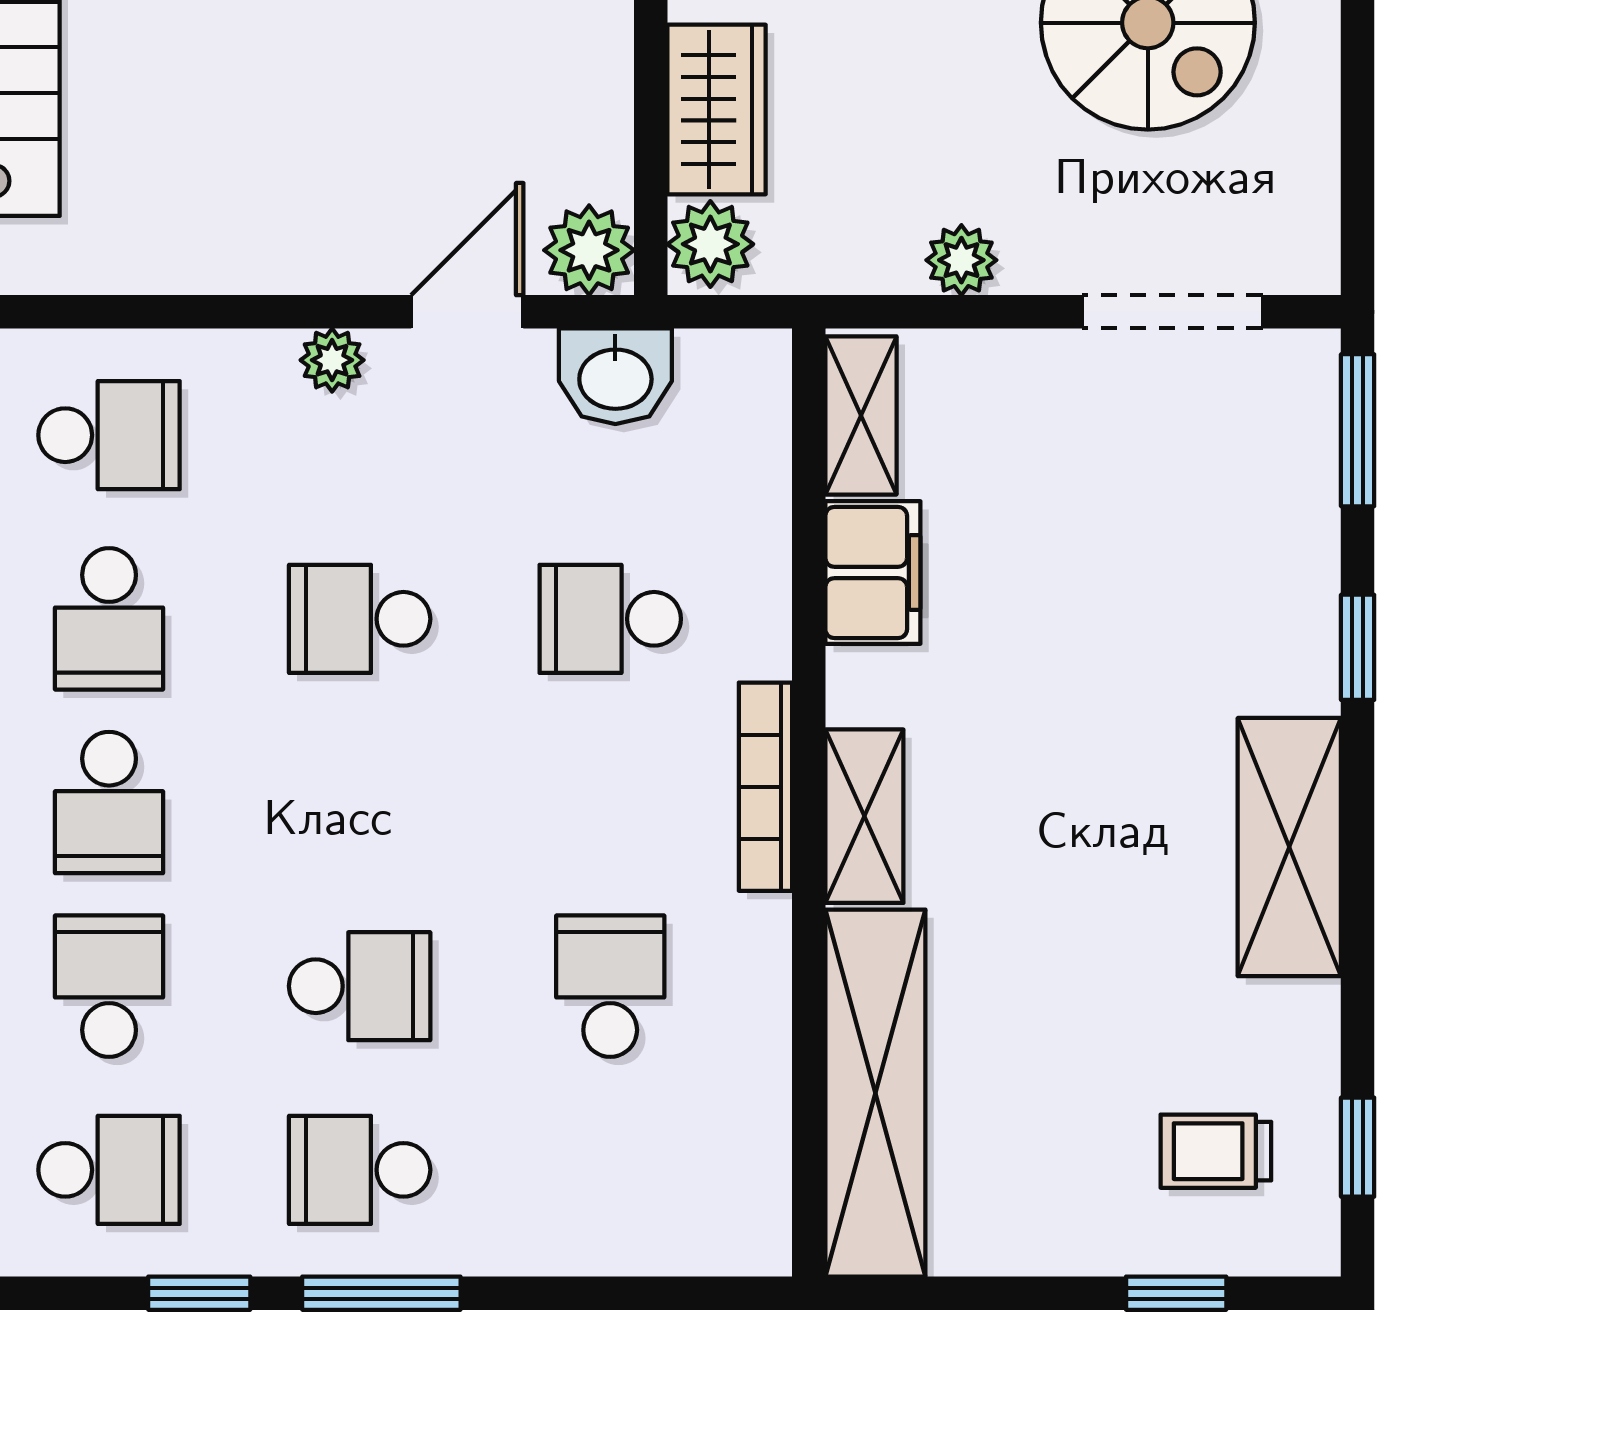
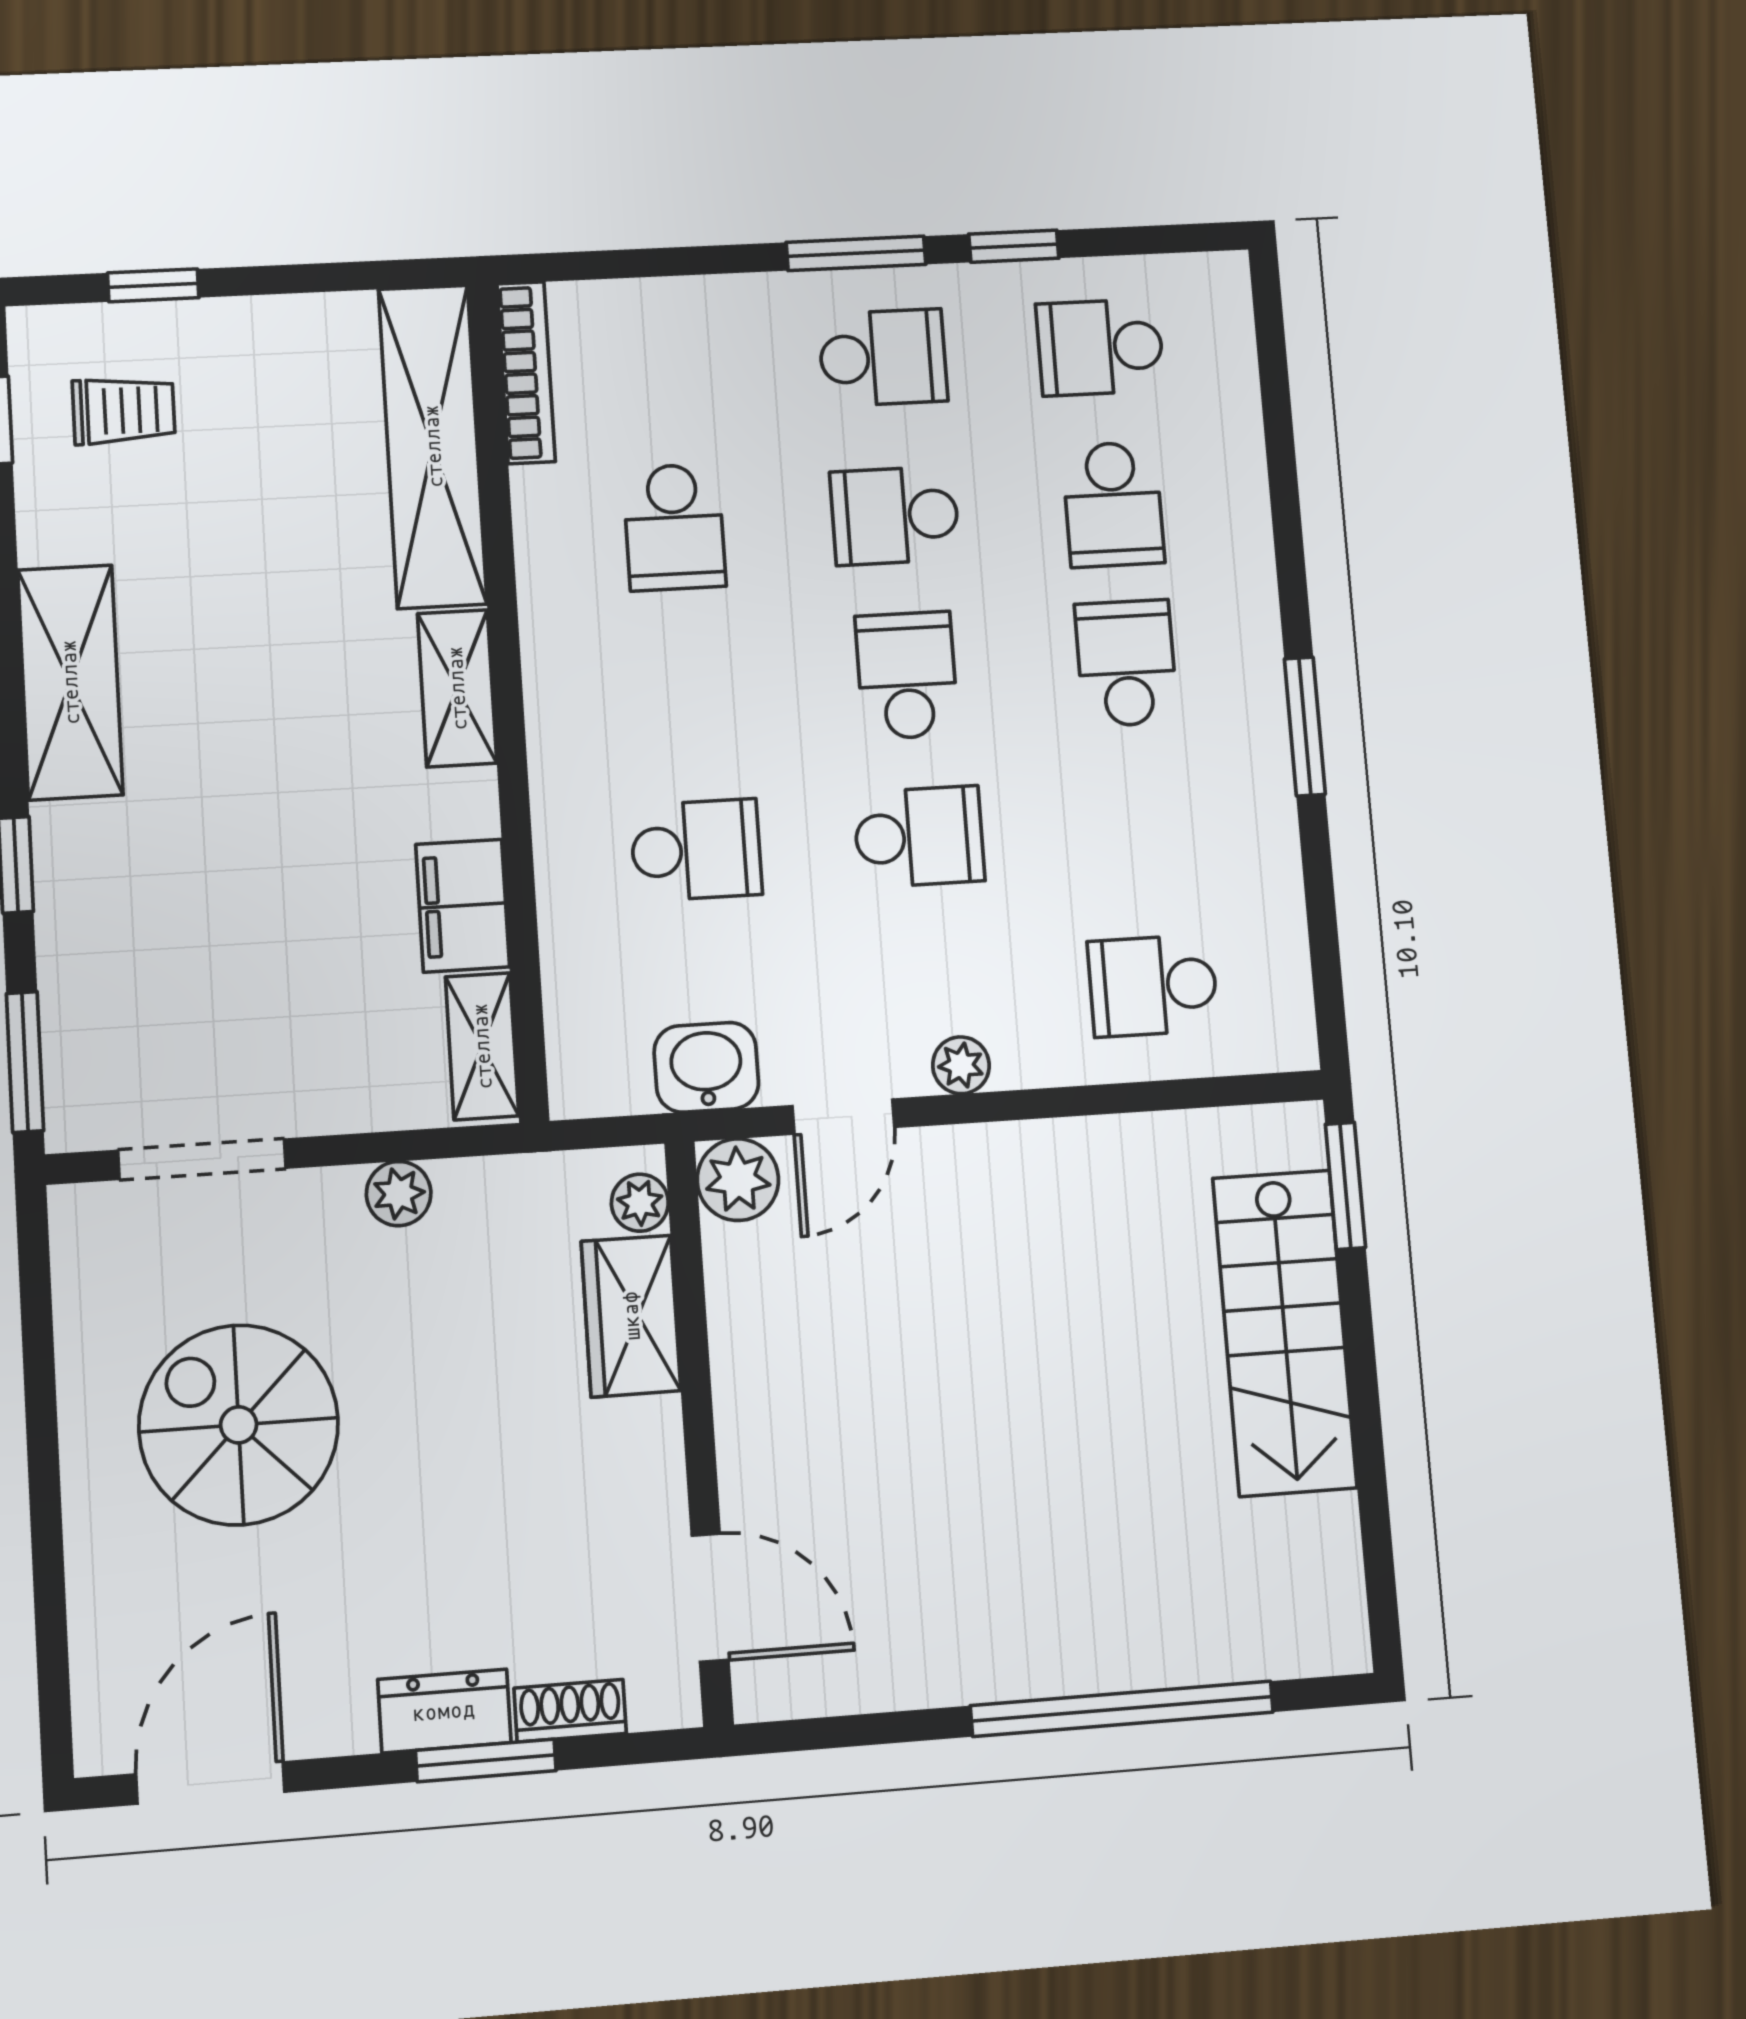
plant: (710, 244) -> (640, 1203), width x0.73, depth x0.73
school desk: (109, 619) -> (907, 675), moved
bookcase: (765, 787) -> (526, 373), moved

